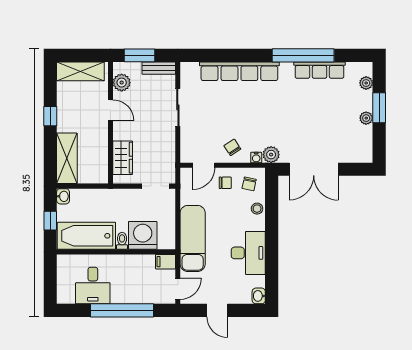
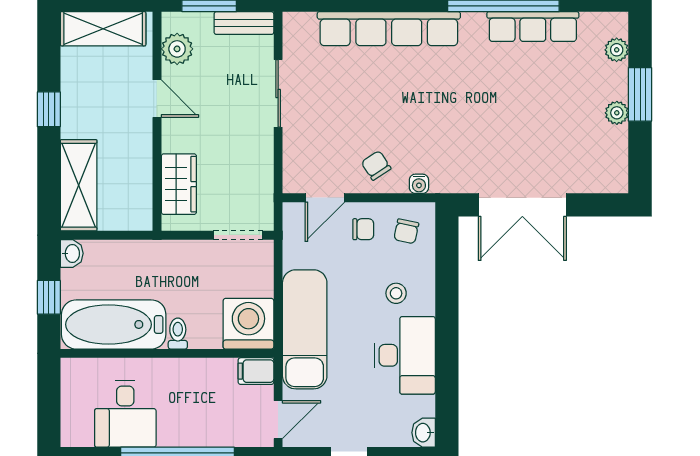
plant: (271, 155) -> (446, 178), removed
stool: (257, 209) -> (396, 293), moved
washing machine: (143, 235) -> (248, 324), moved

